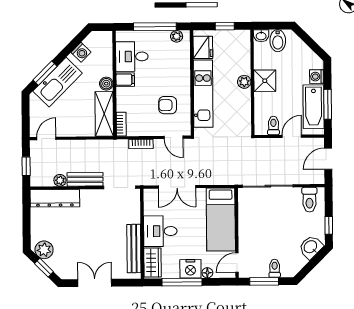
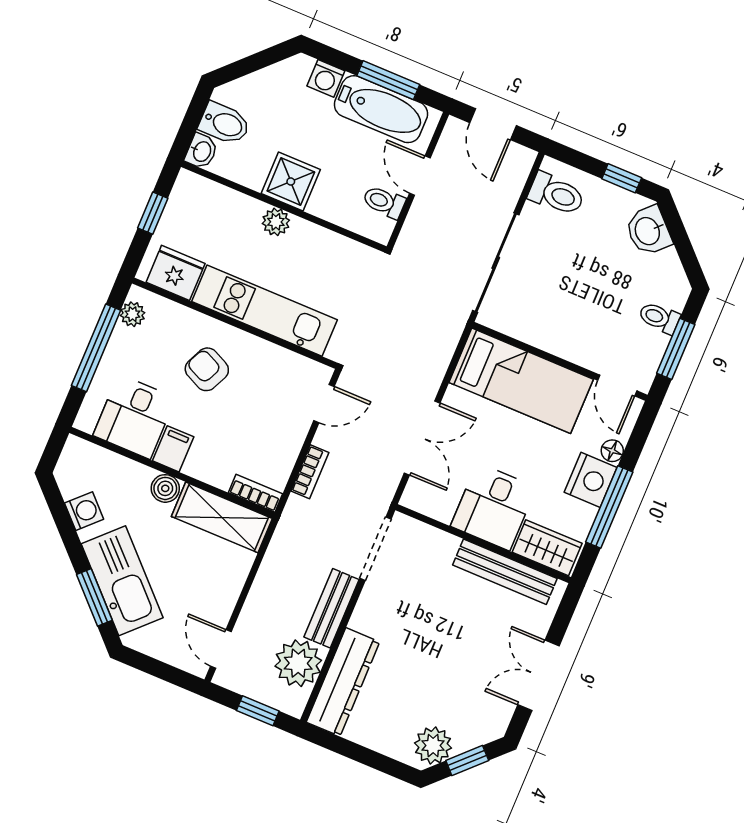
armchair: (168, 105) -> (207, 369), moved, turned 115
plant: (60, 180) -> (298, 663), width x1.88, depth x1.88

